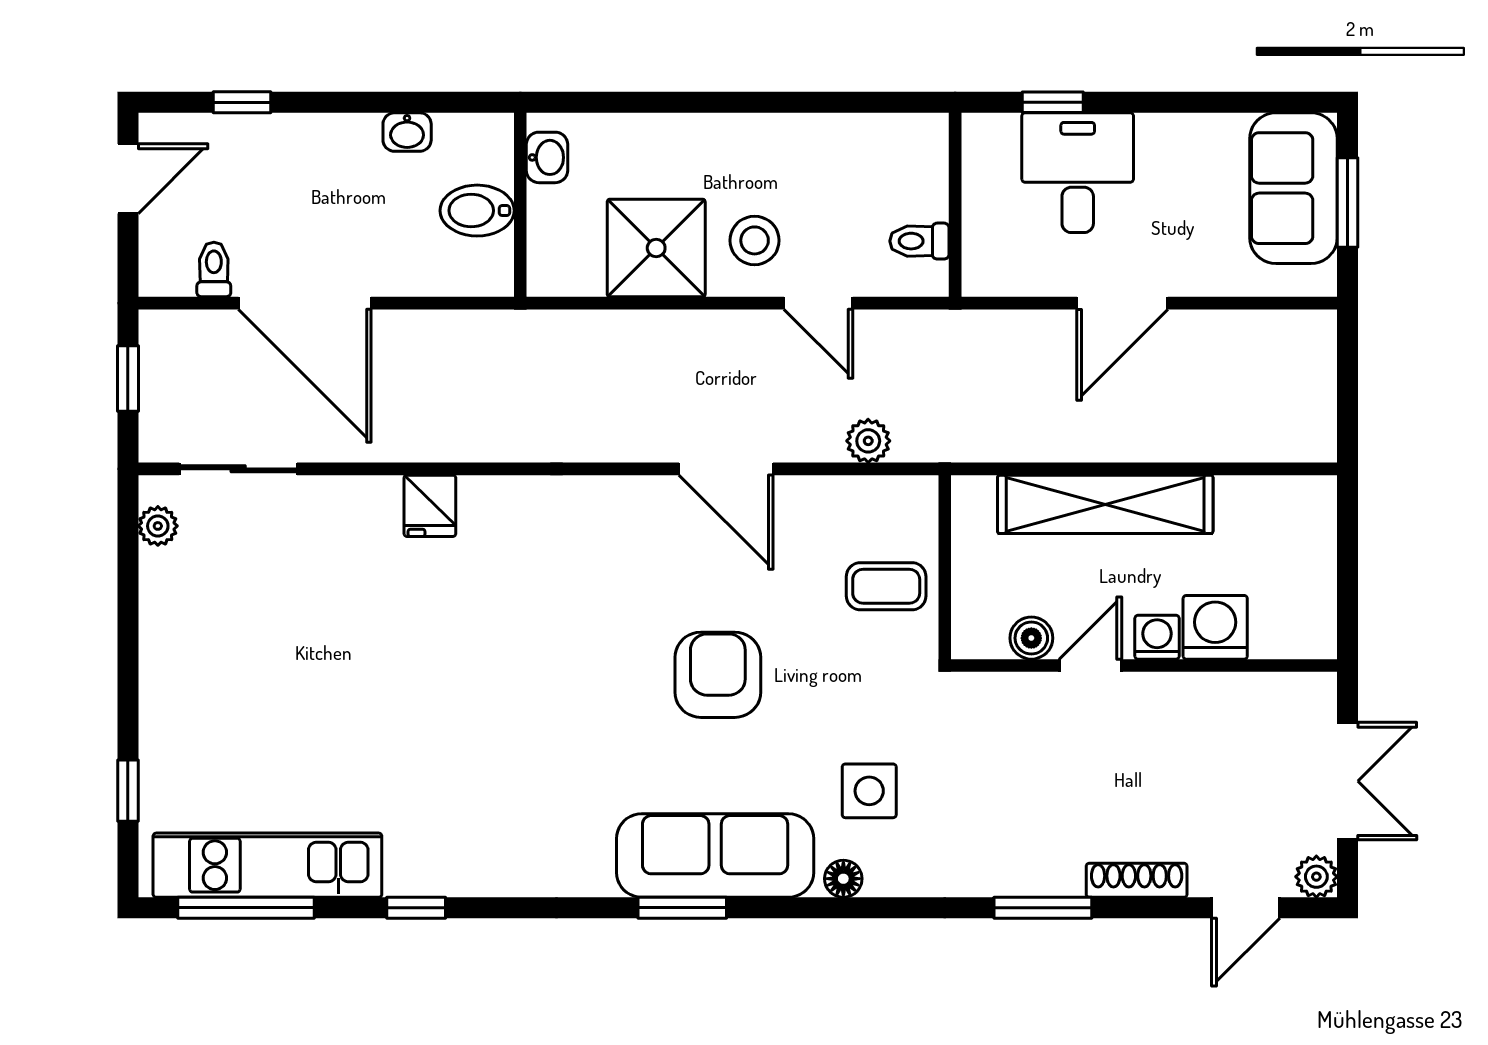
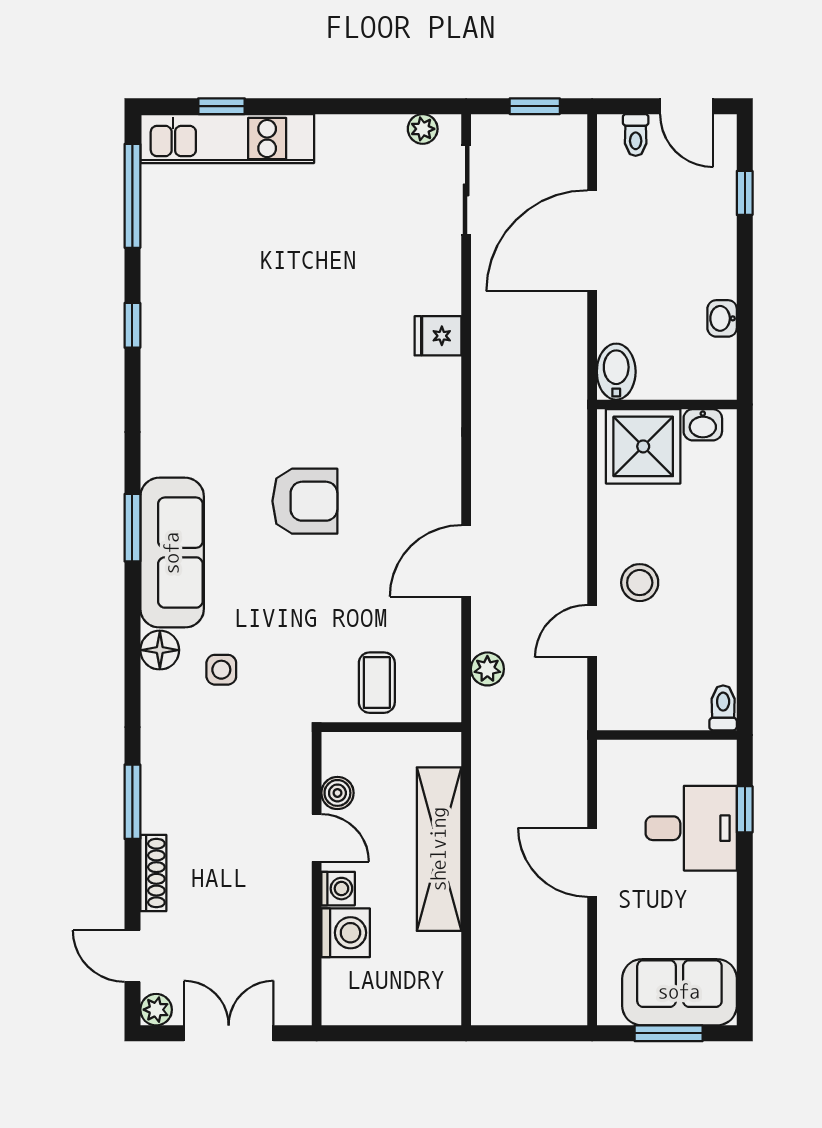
bidet: (477, 211) -> (616, 372), moved
toilet: (919, 241) -> (723, 708), moved
shower: (656, 248) -> (643, 446), moved
toilet: (214, 269) -> (636, 135), moved, turned 90
armchair: (718, 675) -> (305, 501), moved
double door: (1347, 781) -> (229, 1033), swing flipped
side table: (869, 791) -> (221, 670), width x0.73, depth x0.73
kitchen unit: (267, 865) -> (227, 139), moved, turned 90
floor lamp: (843, 879) -> (160, 650), width x1.37, depth x1.37

